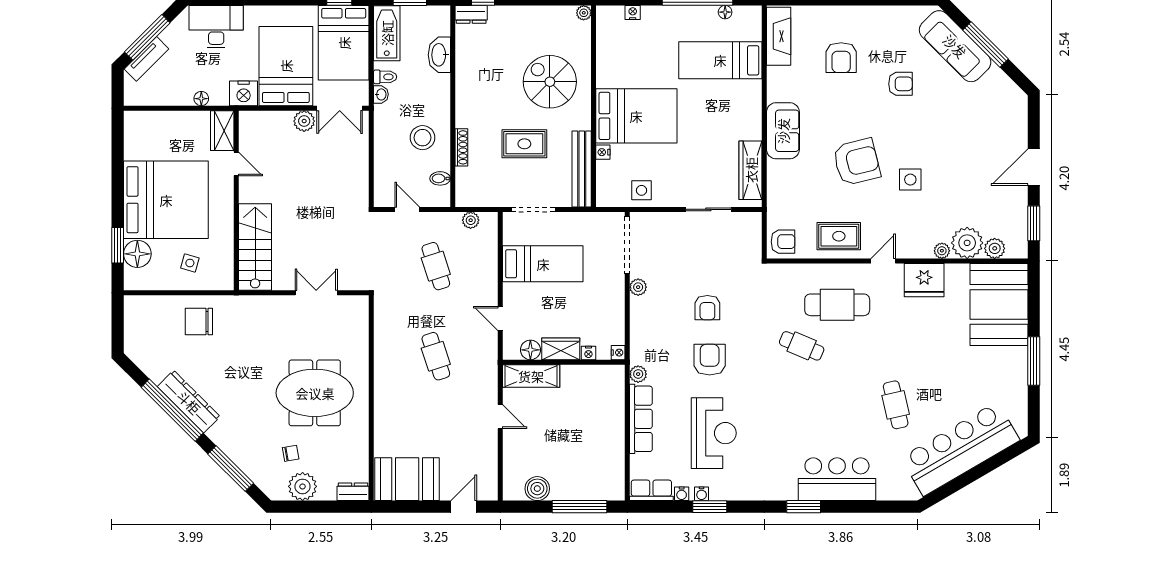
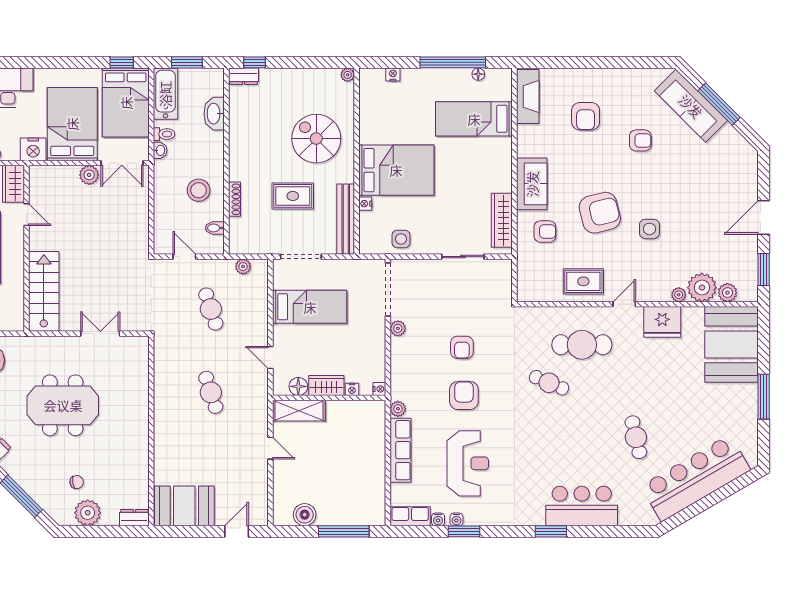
armchair: (783, 242) -> (545, 232), moved
meeting table: (315, 393) -> (63, 405), moved

